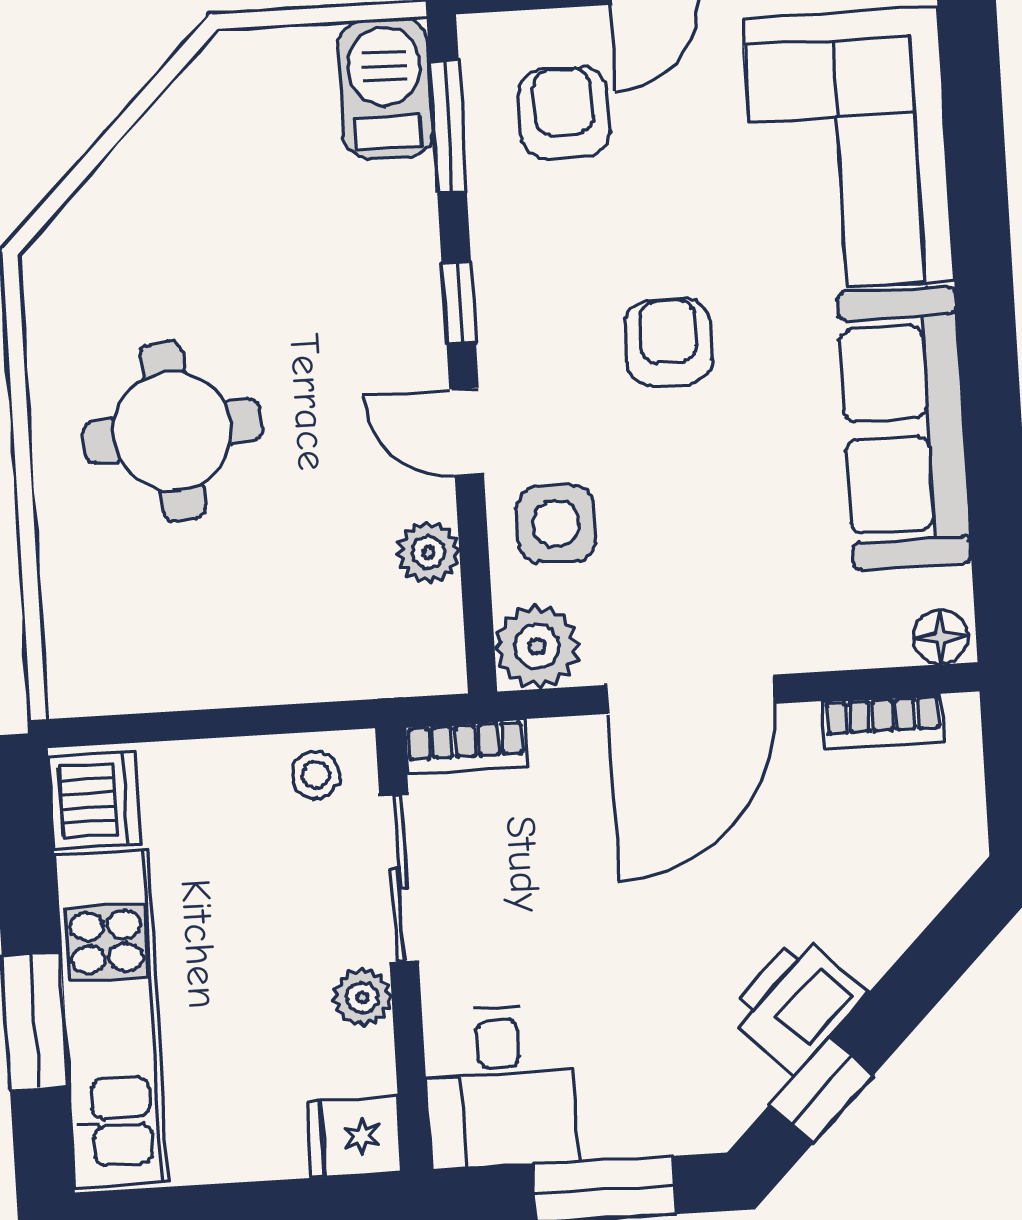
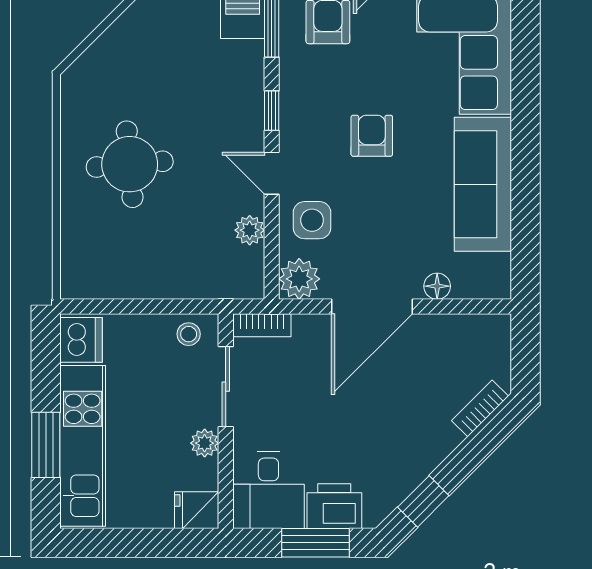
floor lamp: (941, 637) -> (437, 286), moved
bookcase: (883, 721) -> (480, 408), moved, turned 135
printer: (796, 1004) -> (334, 506), moved, turned 45

